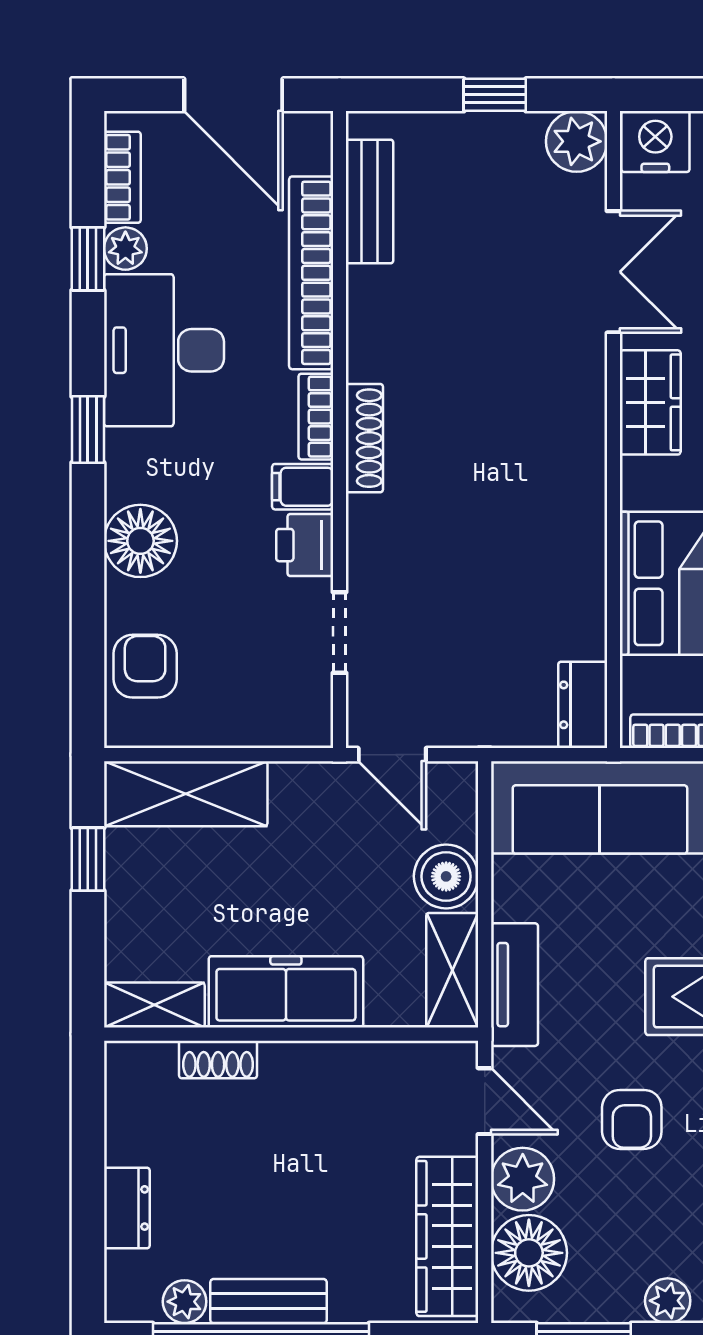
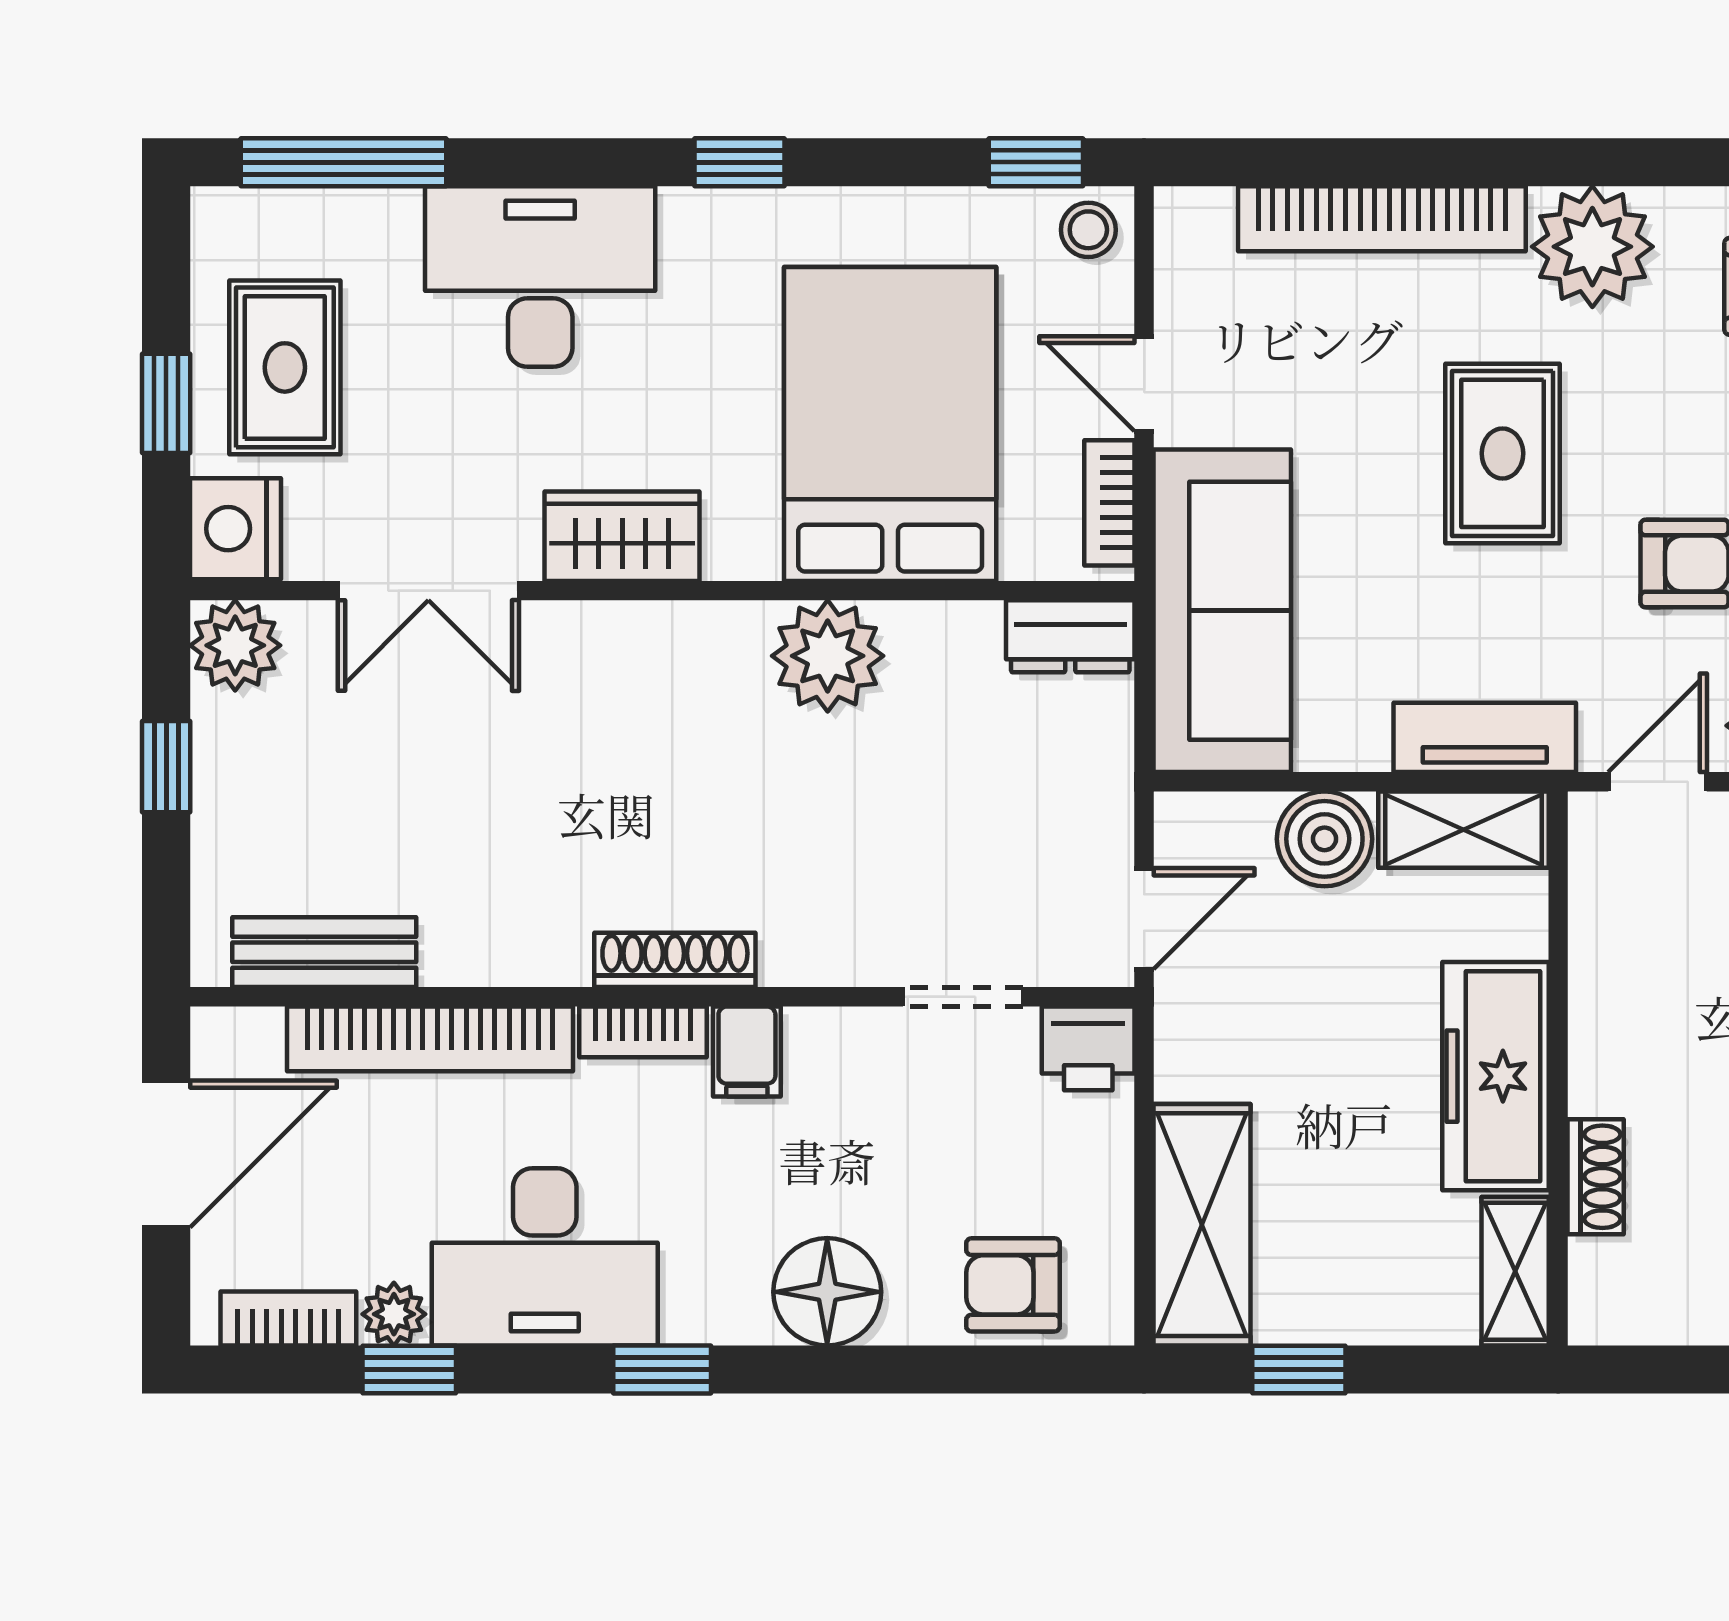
double door: (614, 272) -> (428, 591), swing flipped
plant: (569, 541) -> (828, 656), added
printer: (305, 545) -> (1088, 1048), moved

